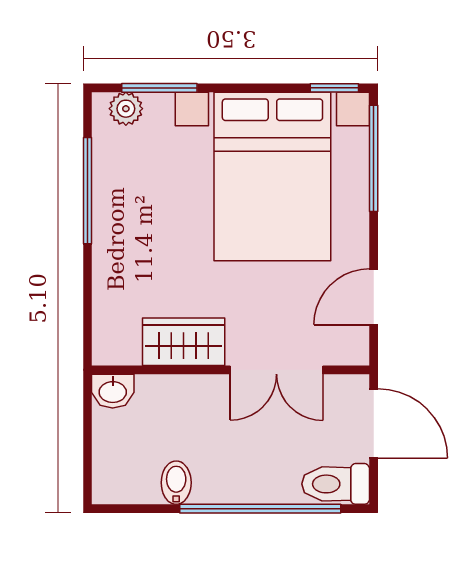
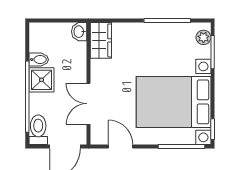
wardrobe: (184, 342) -> (101, 40), moved
shower: (222, 476) -> (41, 80), added

